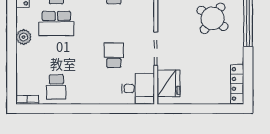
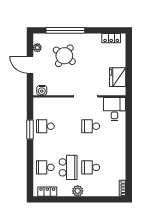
fridge: (168, 83) -> (118, 77), moved, turned -90
locker: (237, 84) -> (111, 38), width x0.66
school desk: (56, 87) -> (91, 167), moved, turned 180

